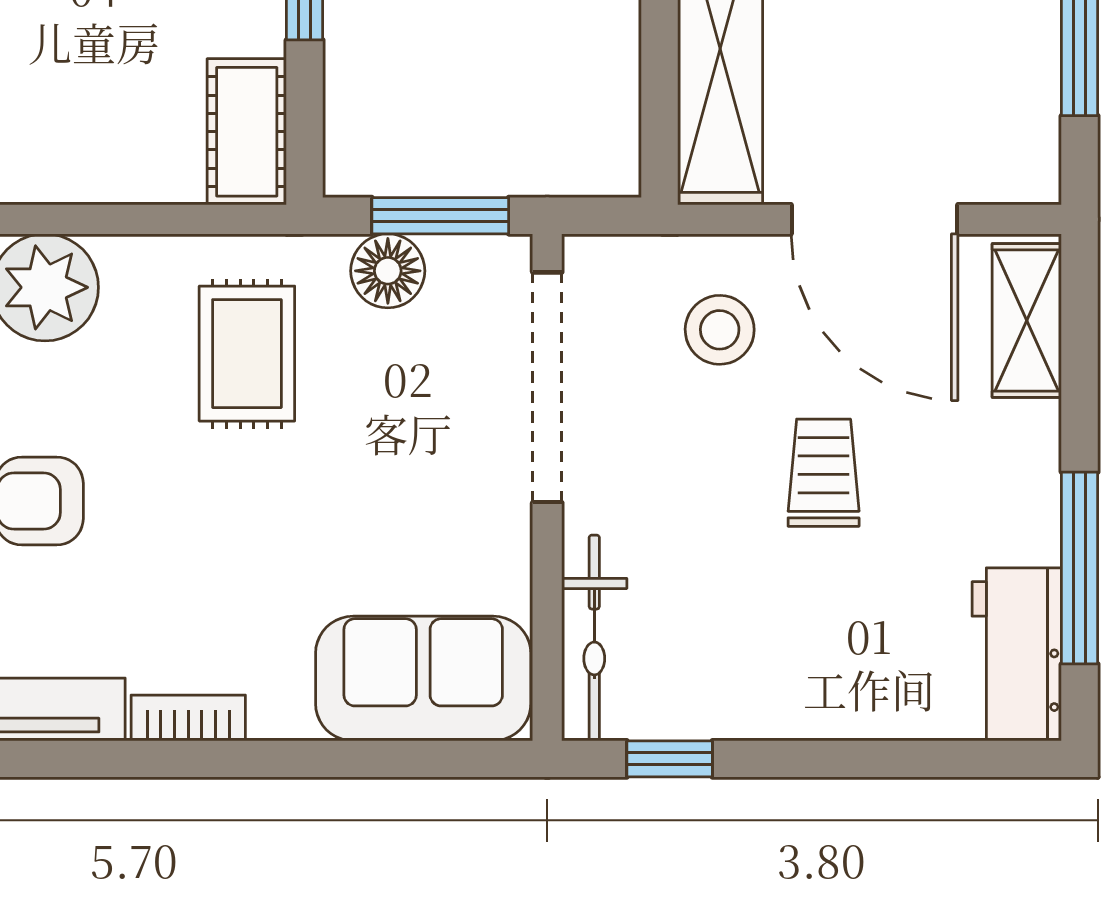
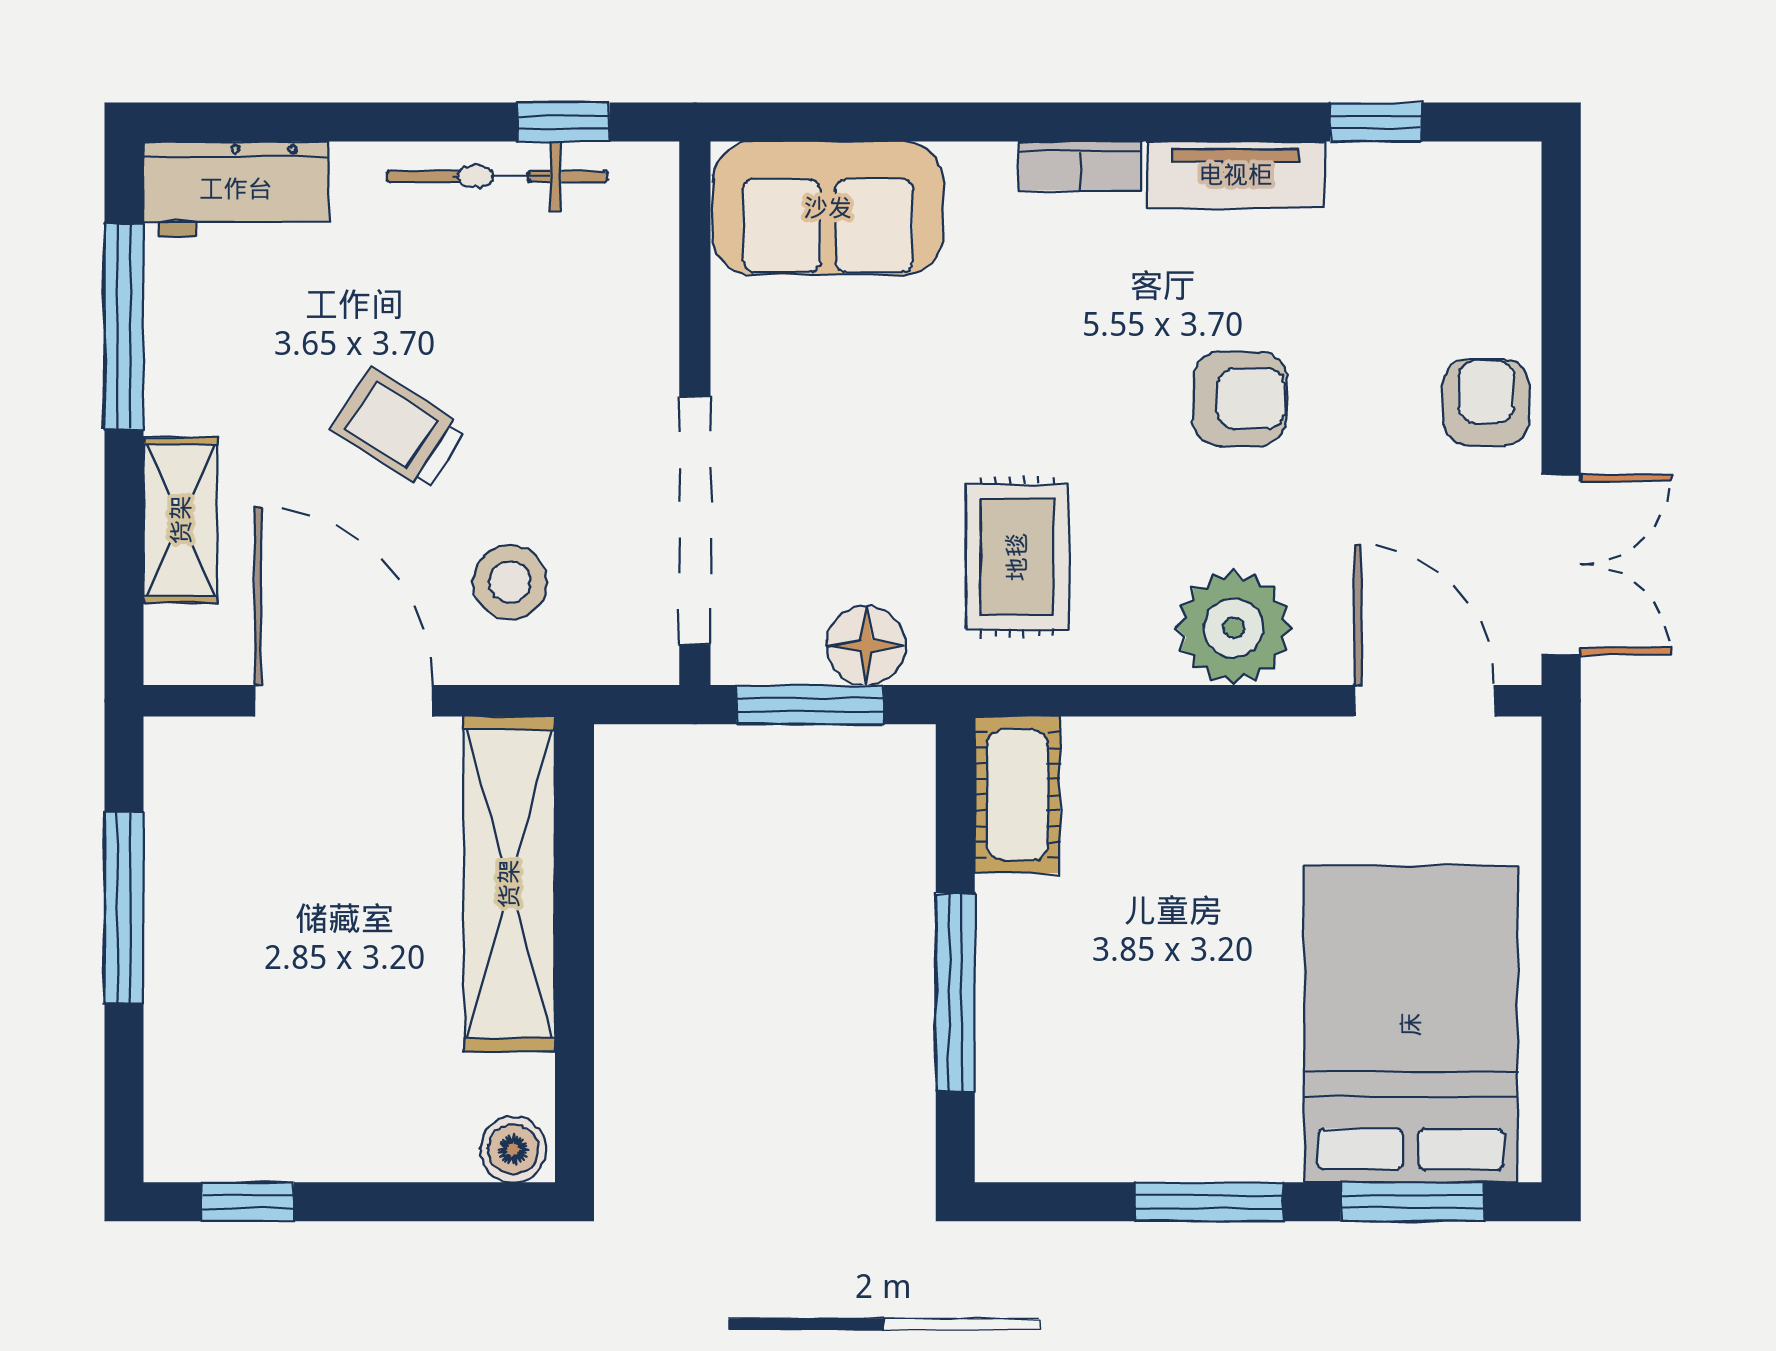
shelving: (1027, 321) -> (181, 520), moved
trolley: (824, 473) -> (399, 429), turned 123
bicycle: (594, 638) -> (497, 176), moved, turned -90
workbench: (1017, 654) -> (236, 189), moved, turned 90

